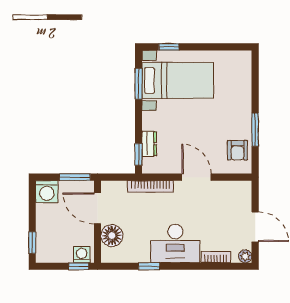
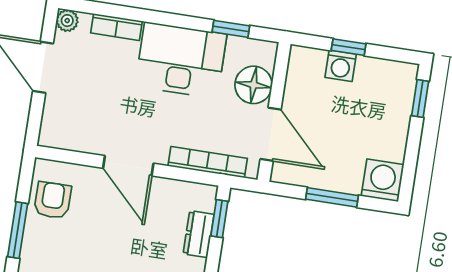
door: (97, 208) -> (271, 134), moved
wall: (97, 222) -> (274, 112), moved
floor lamp: (112, 236) -> (254, 85), moved

